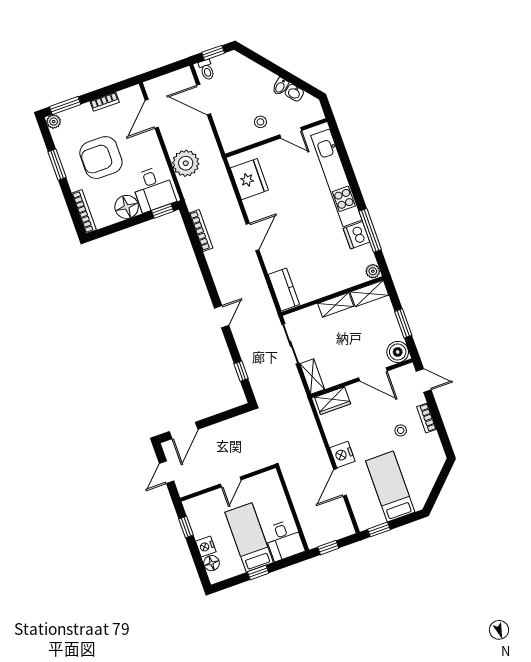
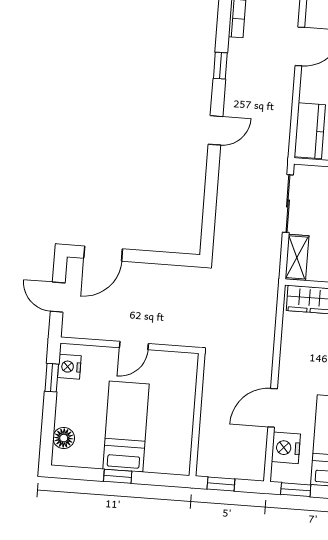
window: (241, 371) -> (220, 66), moved
nightstand: (342, 455) -> (286, 448), moved
door: (167, 472) -> (58, 297), hinge flipped
desk: (284, 540) -> (169, 450), removed
nightstand: (206, 546) -> (69, 367), moved

